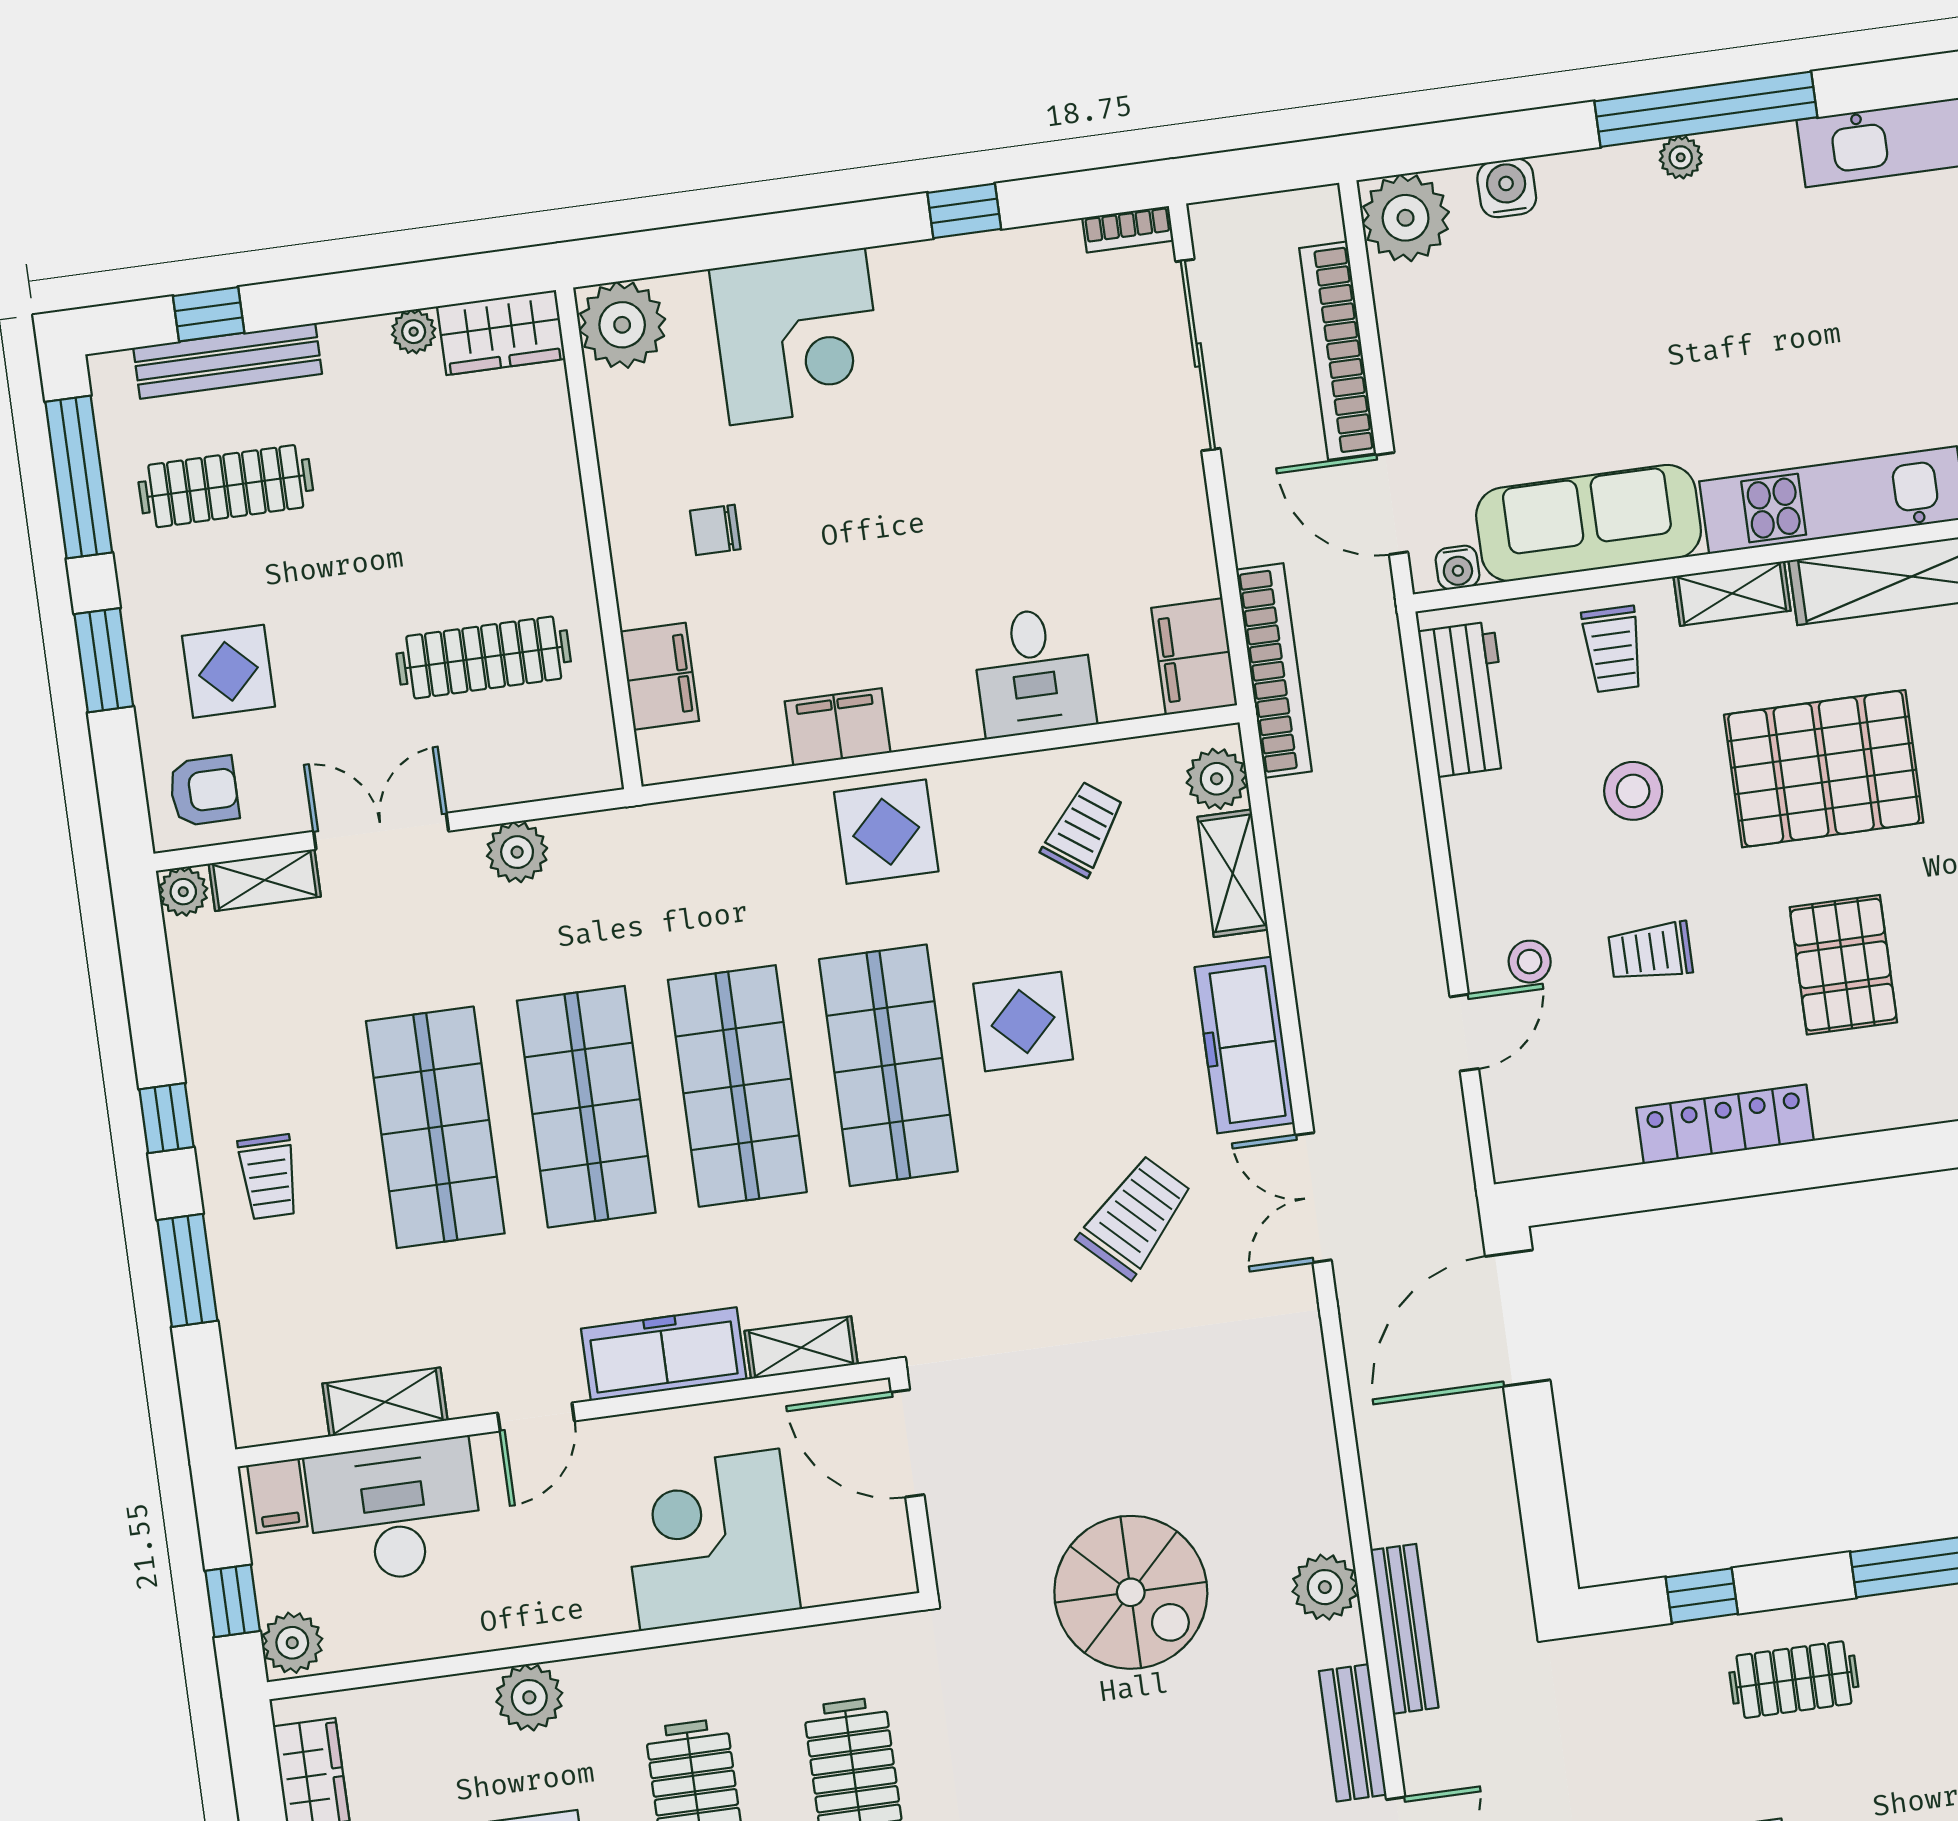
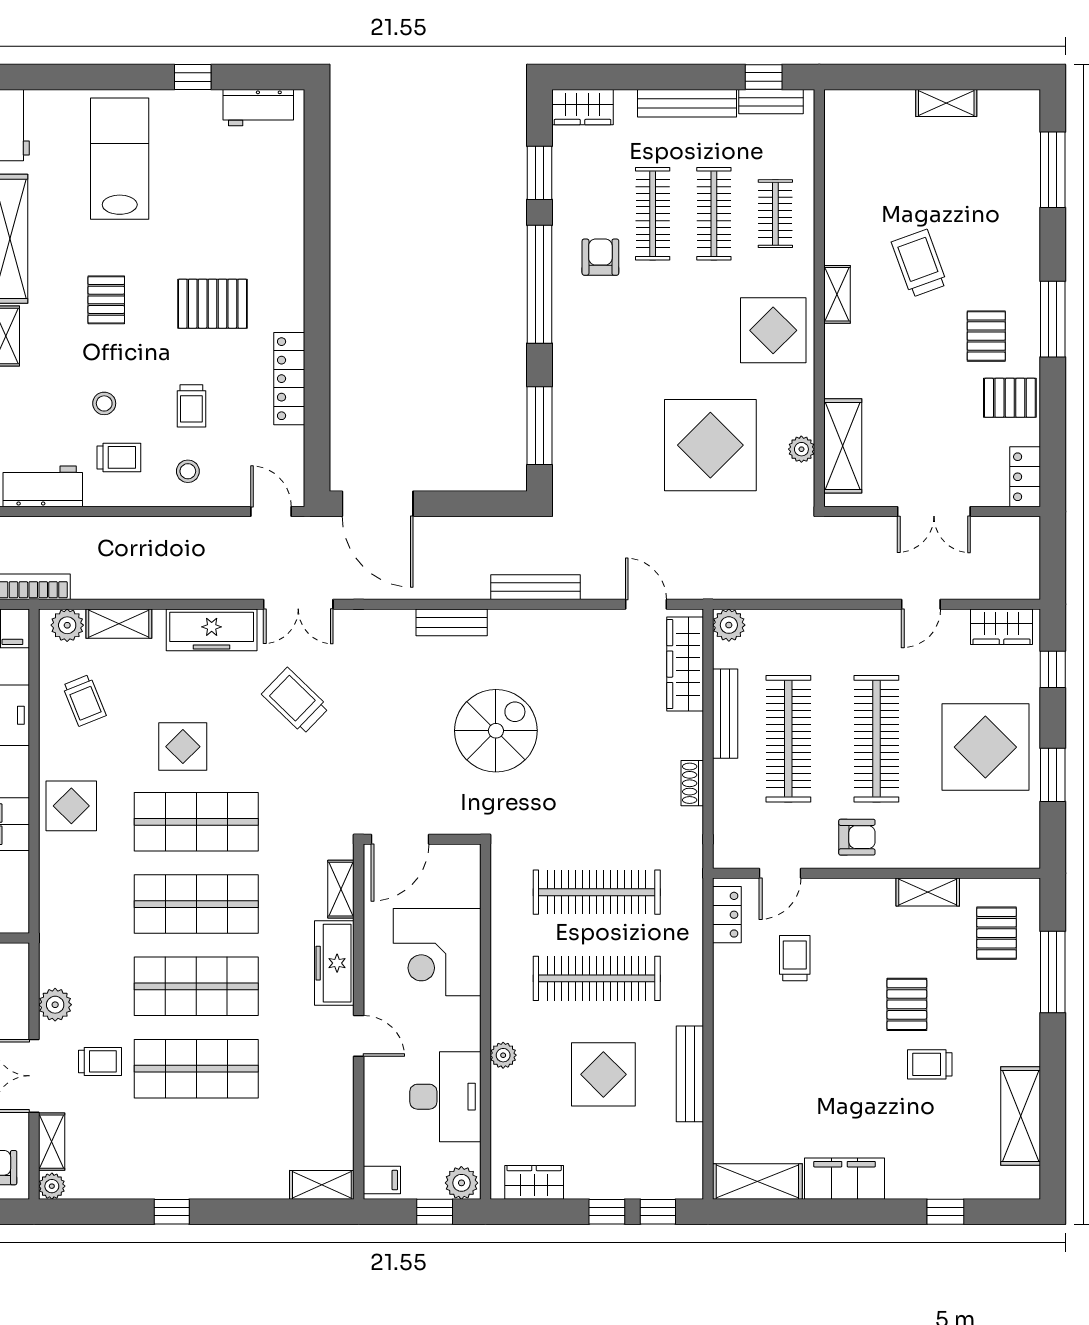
trolley: (1613, 649) -> (119, 457), moved
pallet: (1824, 769) -> (106, 300), width x0.49, depth x0.50
stool: (1633, 791) -> (104, 403), width x0.73, depth x0.73
trolley: (1083, 829) -> (84, 700), turned -148
door: (1464, 1033) -> (271, 511), moved
trolley: (268, 1177) -> (100, 1061), moved
window: (187, 1270) -> (255, 1212), removed
shelving: (385, 1402) -> (322, 1185), moved, turned 90
desk: (394, 1511) -> (445, 1097), moved, turned 180
plant: (1325, 1587) -> (507, 627), removed
window: (1702, 1596) -> (539, 426), width x2.17
clothes rail: (1794, 1680) -> (591, 382), removed
plant: (529, 1697) -> (503, 1055), width x0.73, depth x0.73
bench: (1353, 1733) -> (452, 622), moved

